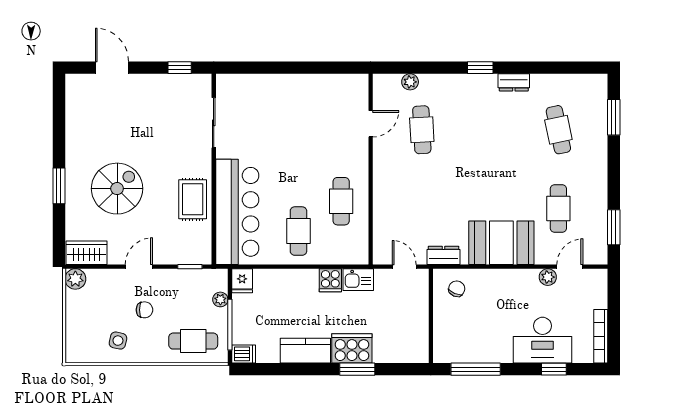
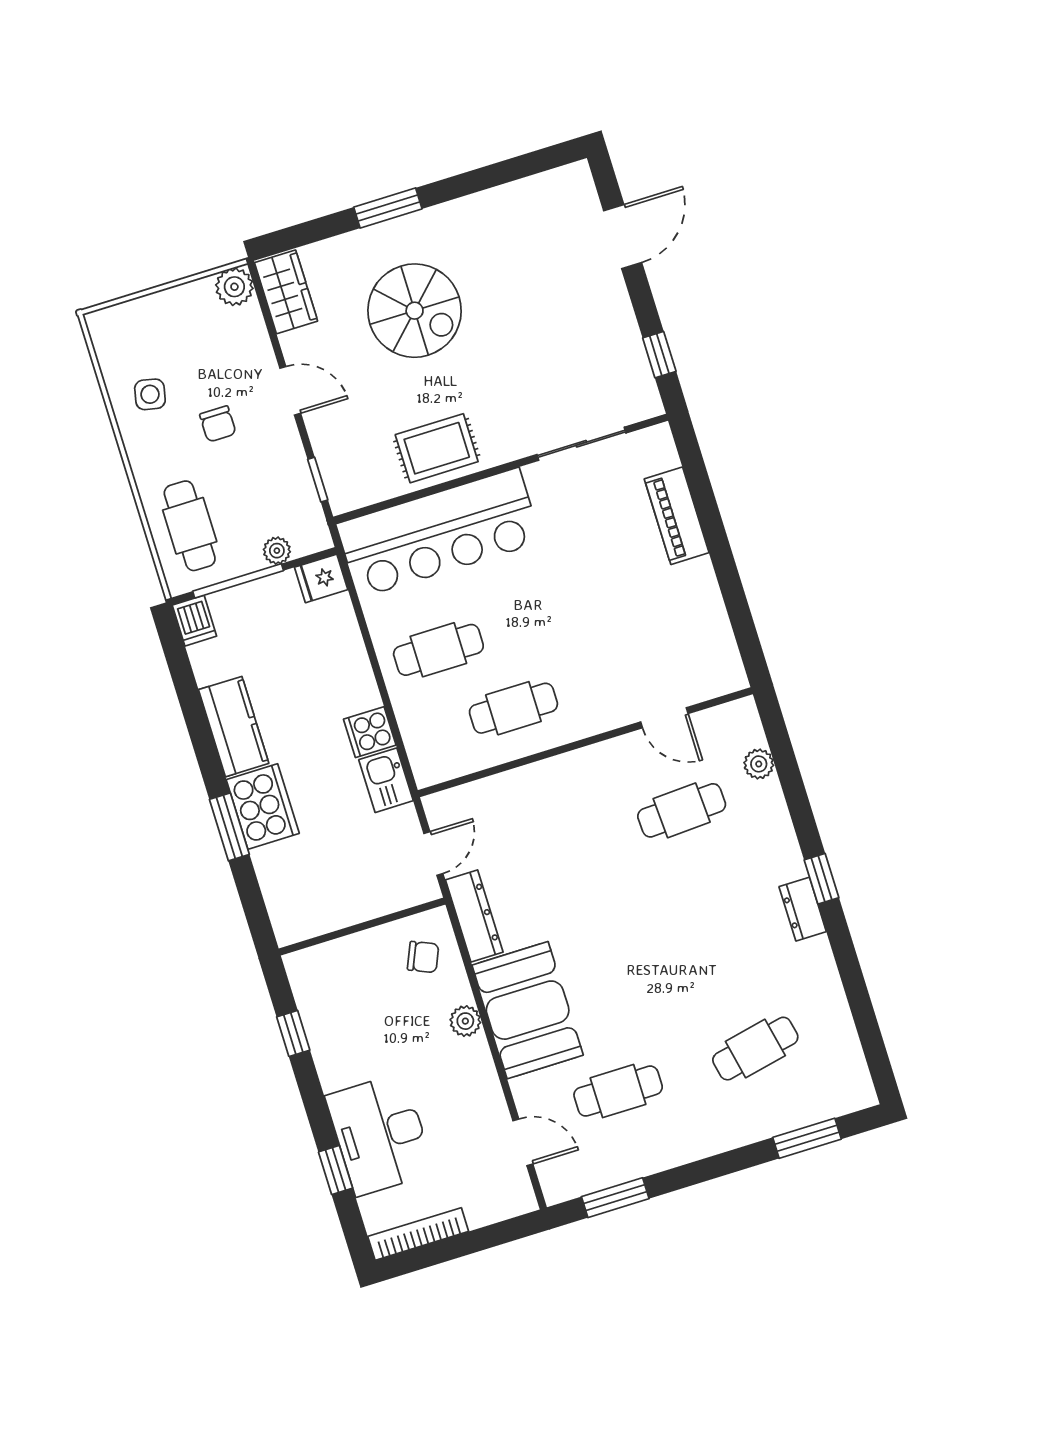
dresser: (514, 82) -> (803, 909), moved
piano: (267, 85) -> (677, 516), added
dresser: (444, 255) -> (474, 916), width x1.44
plant: (548, 277) -> (465, 1021), moved
window: (476, 369) -> (293, 1033), width x0.46

